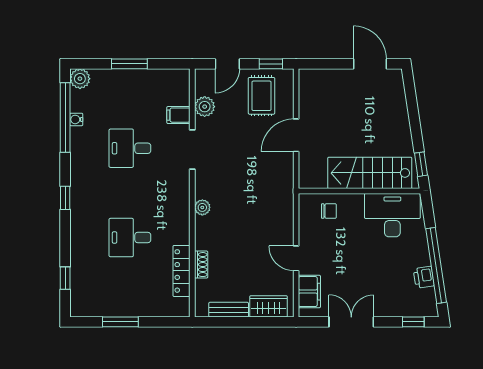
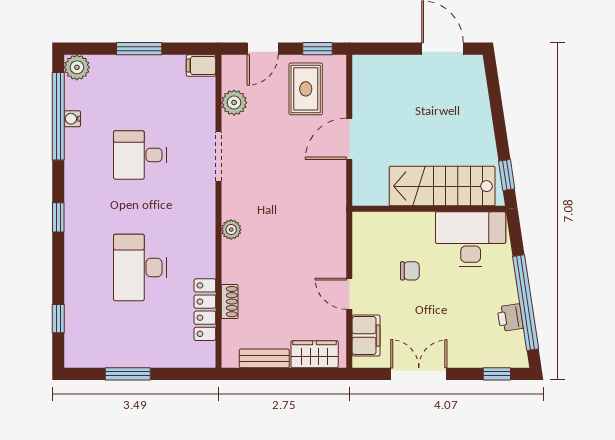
filing cabinet: (178, 115) -> (201, 66), moved
chair: (329, 211) -> (410, 271), moved
desk: (130, 238) -> (140, 267), width x1.37

